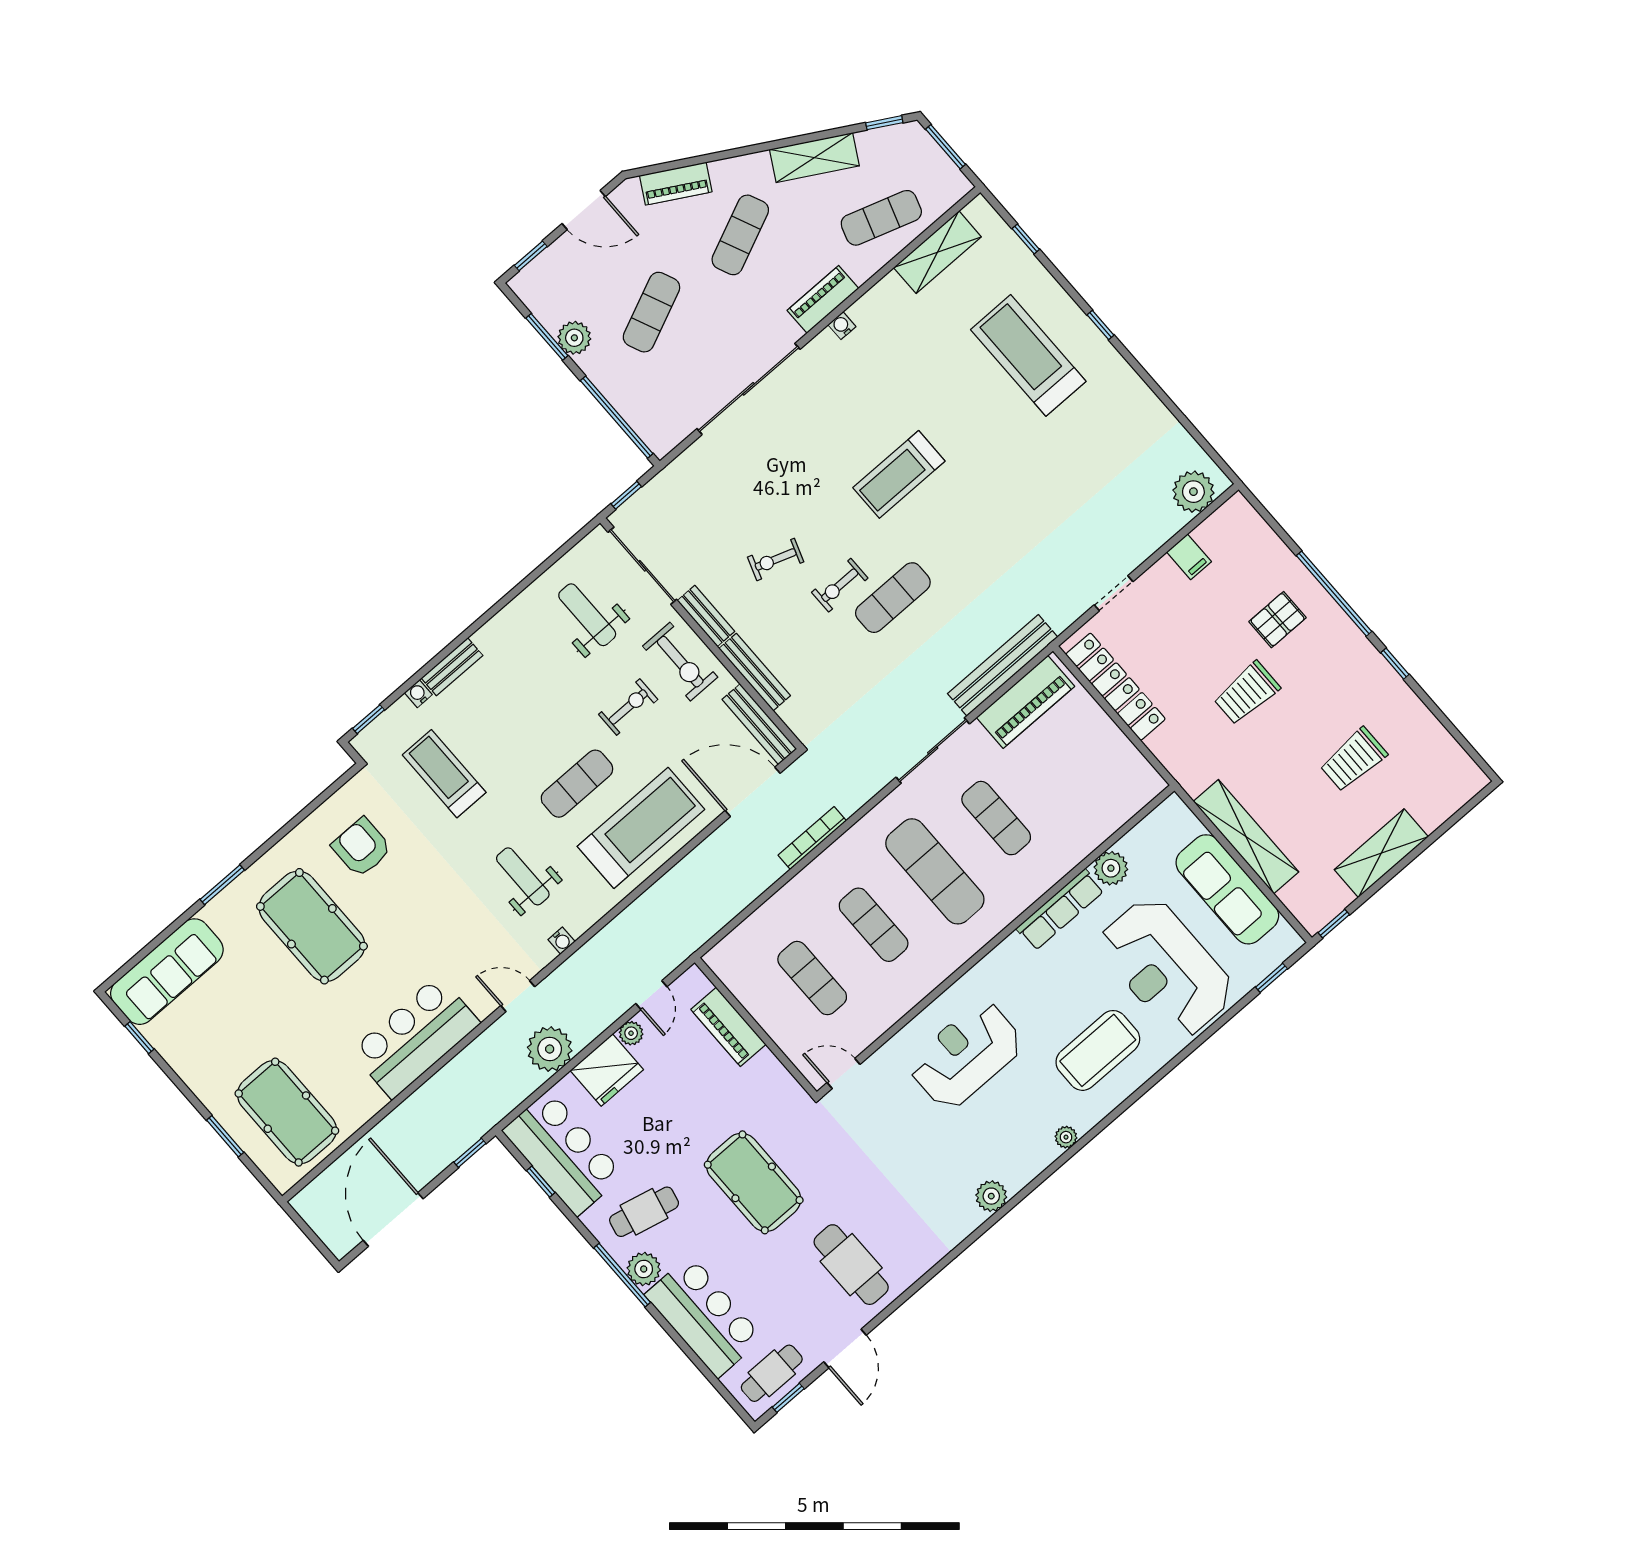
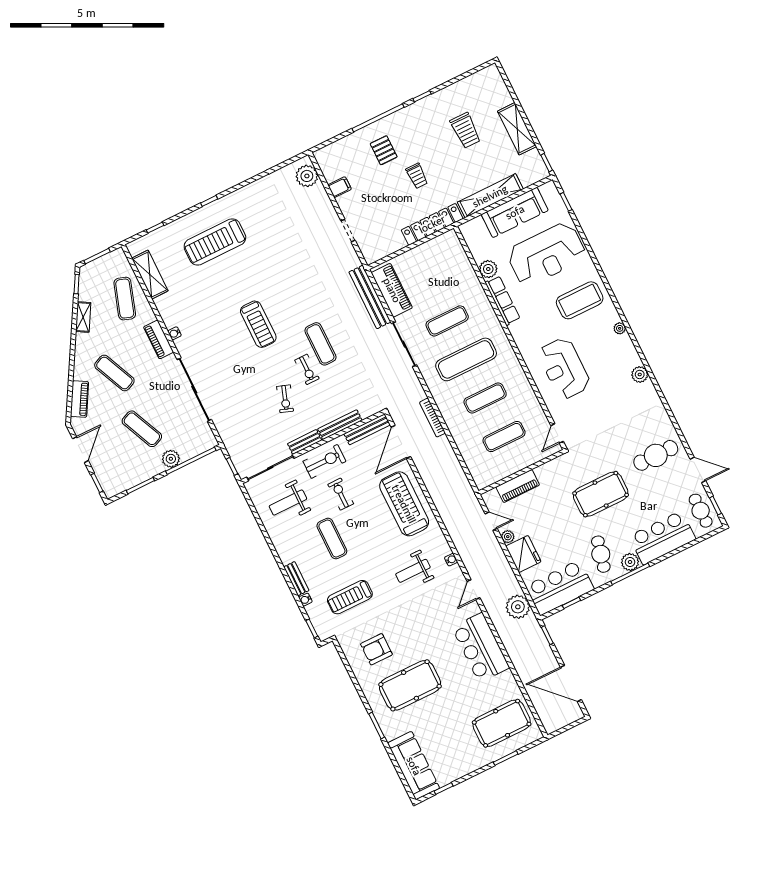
shelving: (814, 158) -> (83, 317), width x0.67, depth x0.75
plant: (574, 338) -> (171, 459), moved
locker: (1116, 687) -> (432, 224), moved
trolley: (1247, 693) -> (417, 176), width x0.73, depth x0.72
exercise mat: (577, 784) -> (332, 539), moved
plant: (550, 1049) -> (518, 607), moved
coffee table: (1098, 1050) -> (580, 300), turned 90

